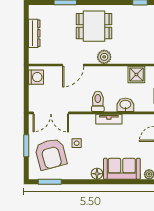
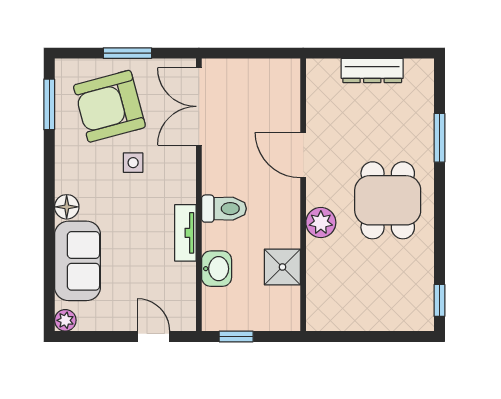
shower: (136, 75) -> (282, 267), moved
washing machine: (36, 77) -> (277, 74), removed

